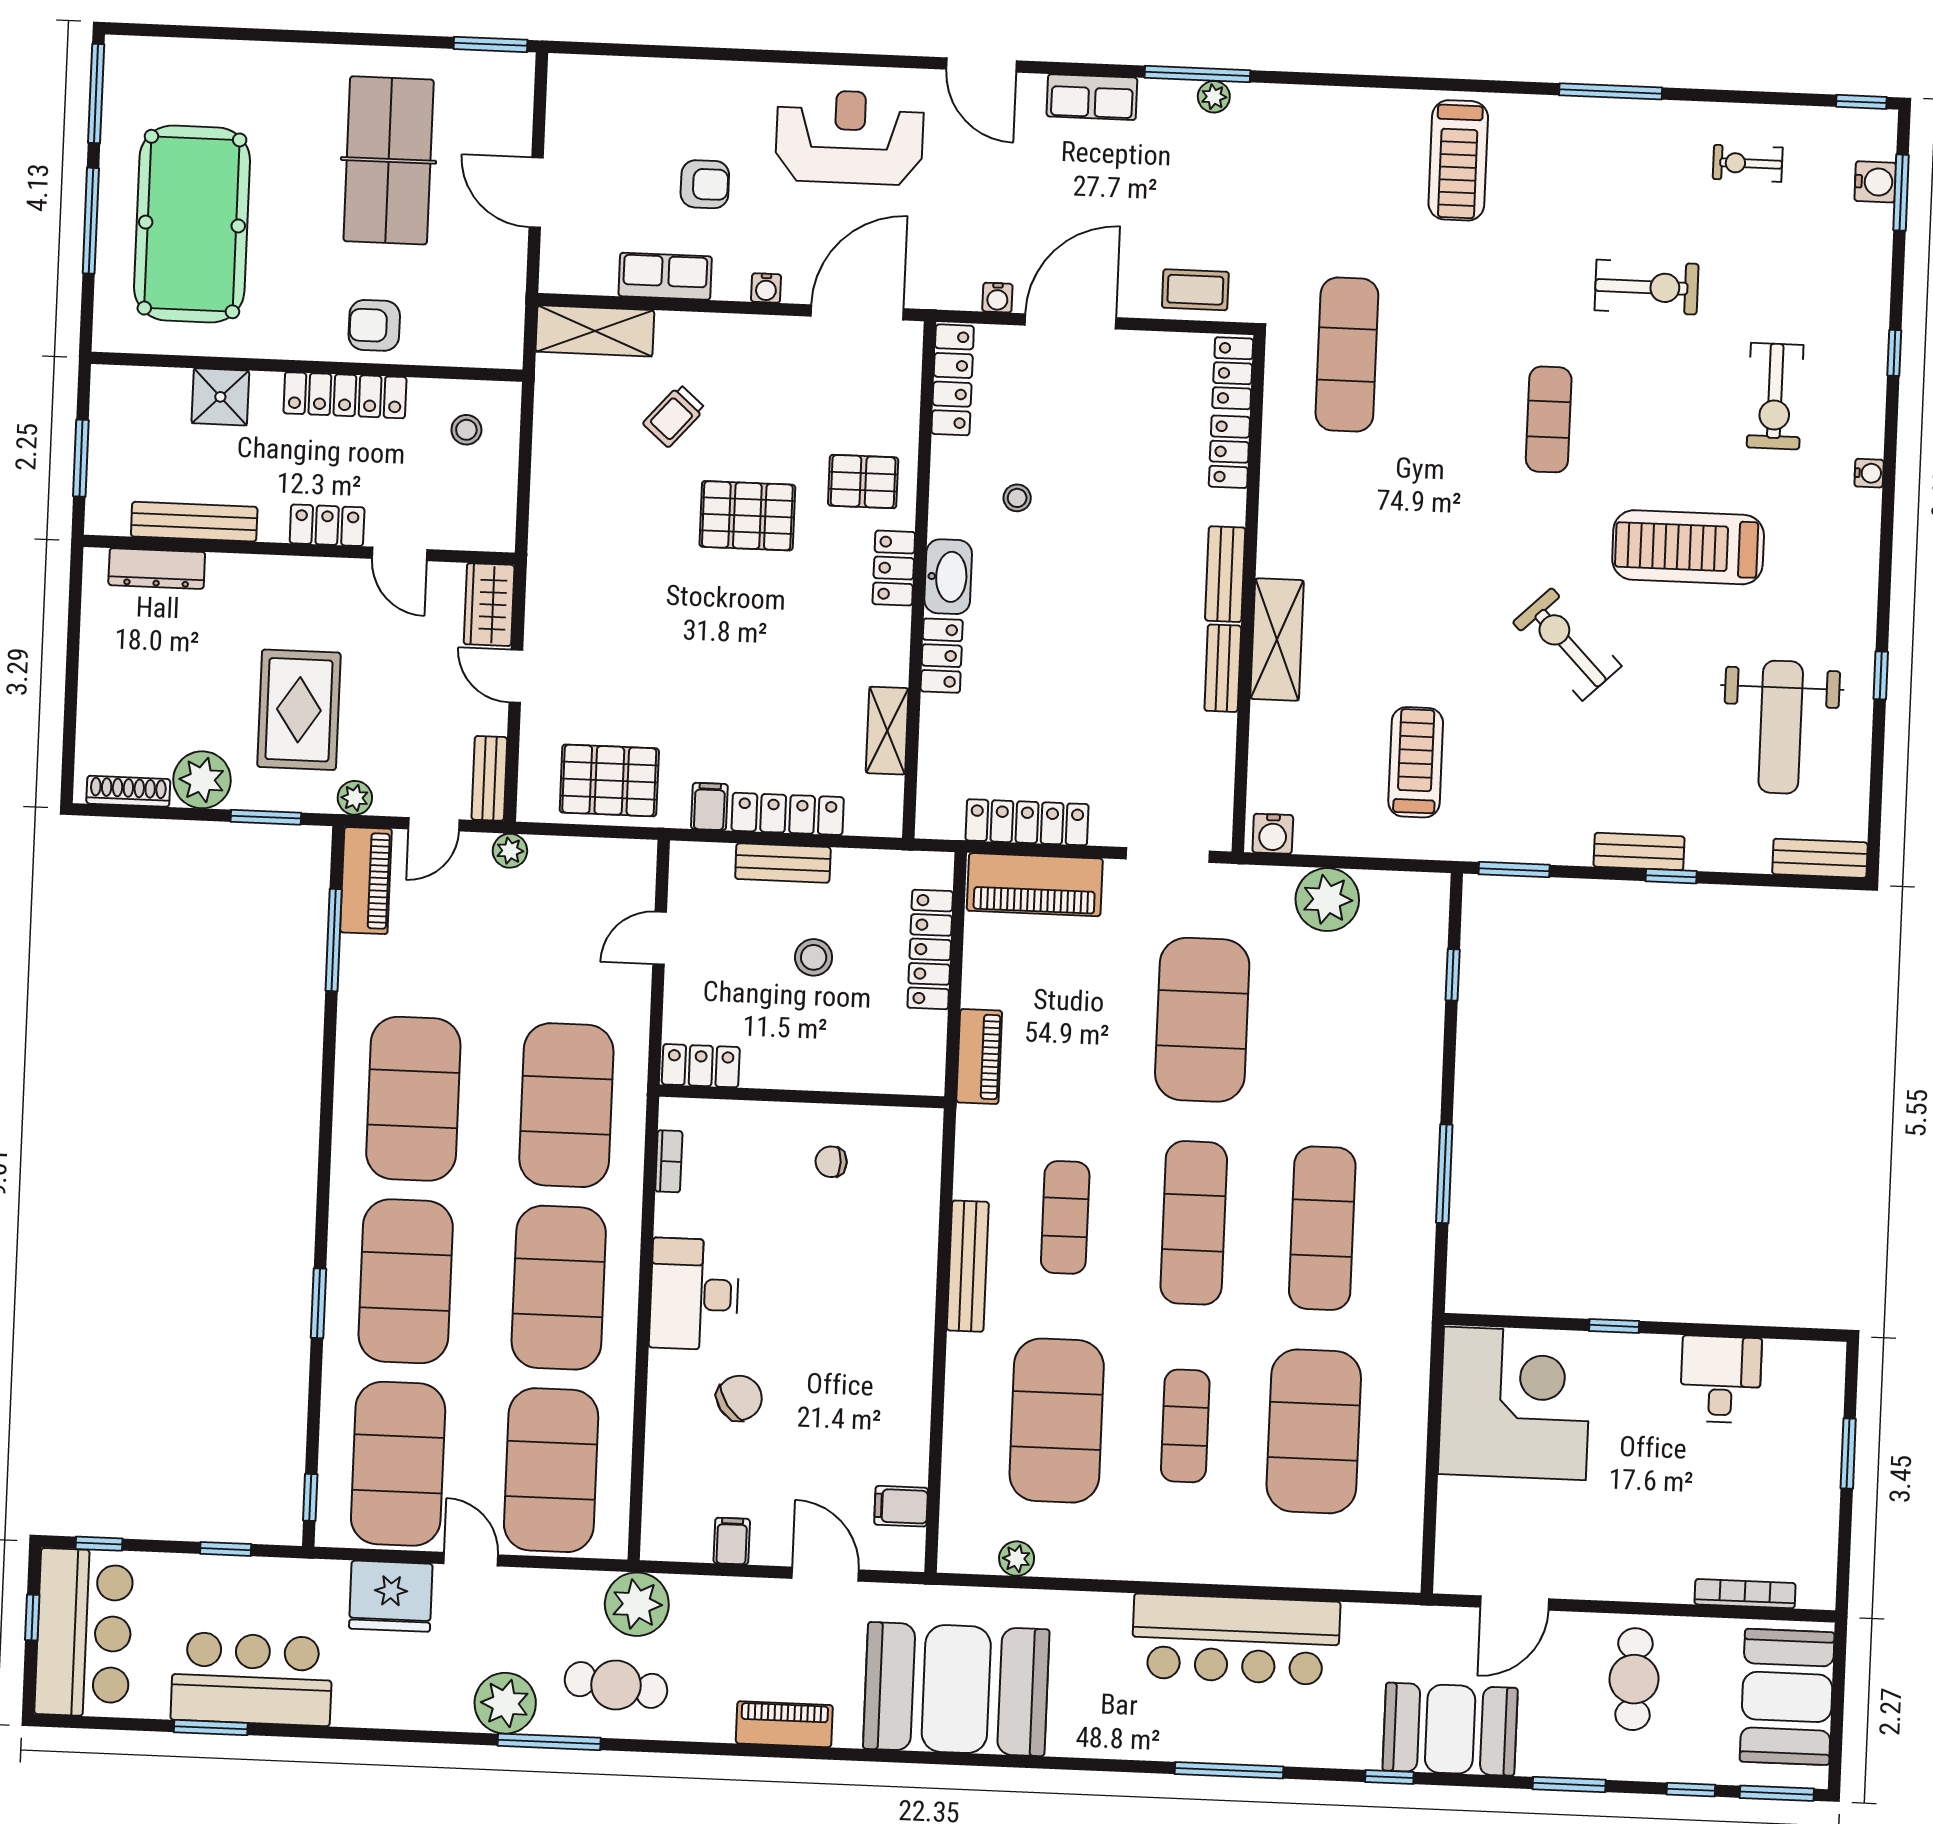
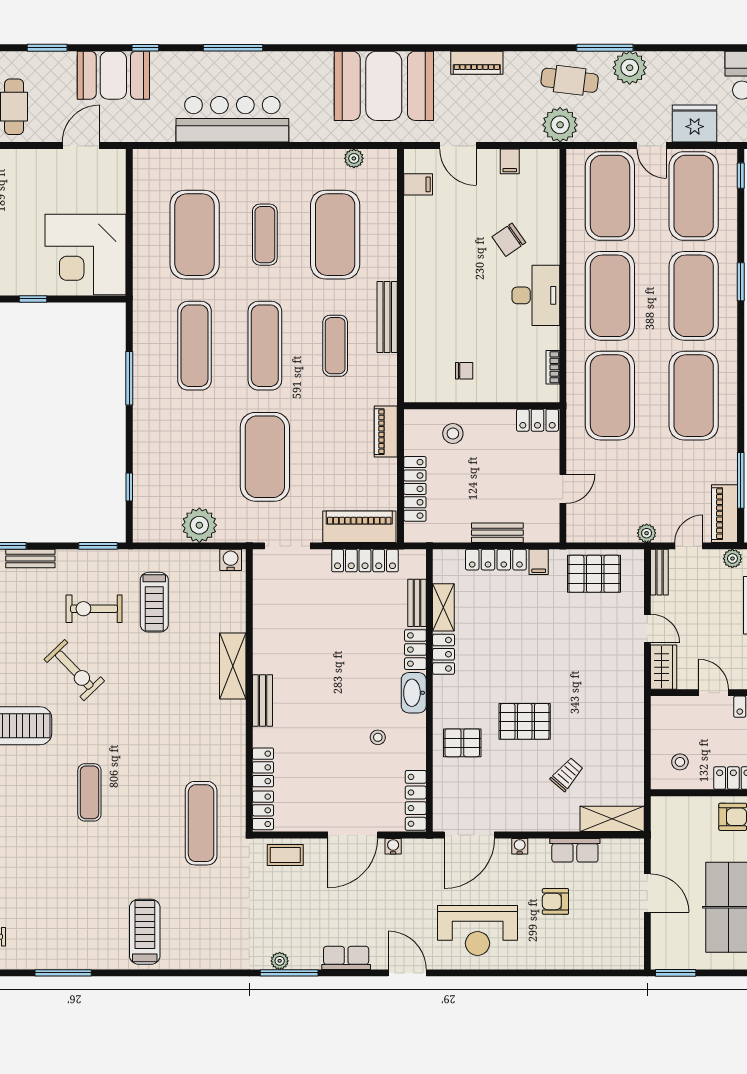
exercise bike: (1647, 287) -> (94, 609), moved
locker: (894, 568) -> (444, 654), moved
bench: (1223, 668) -> (417, 603), moved
stool: (814, 957) -> (453, 434), moved

